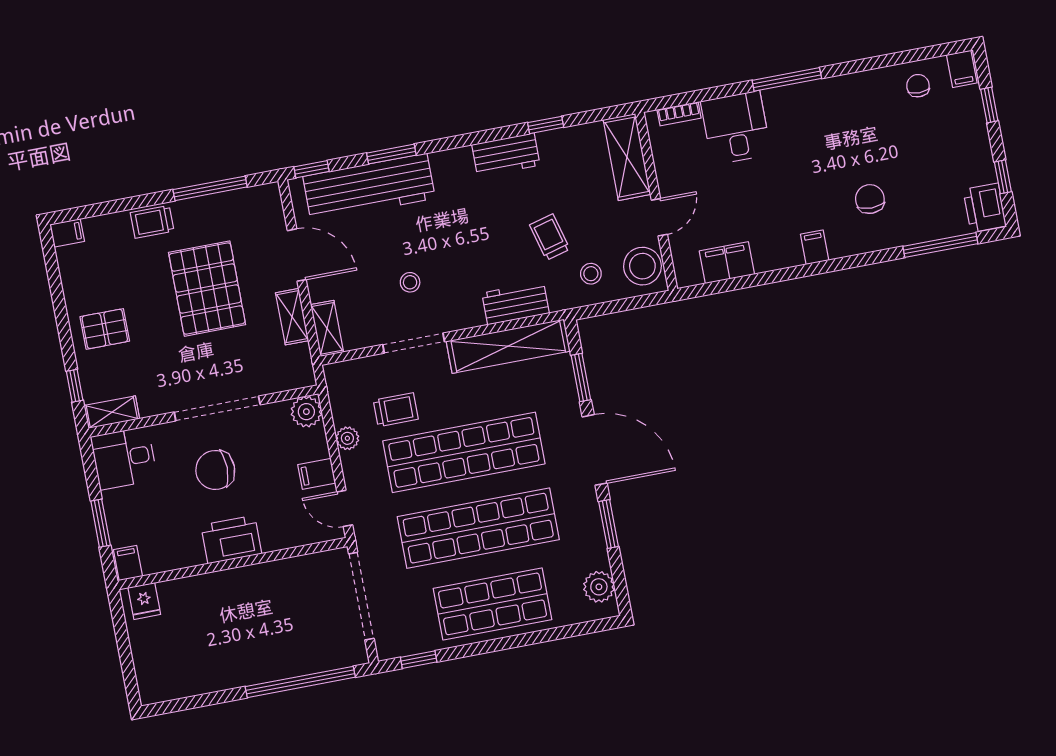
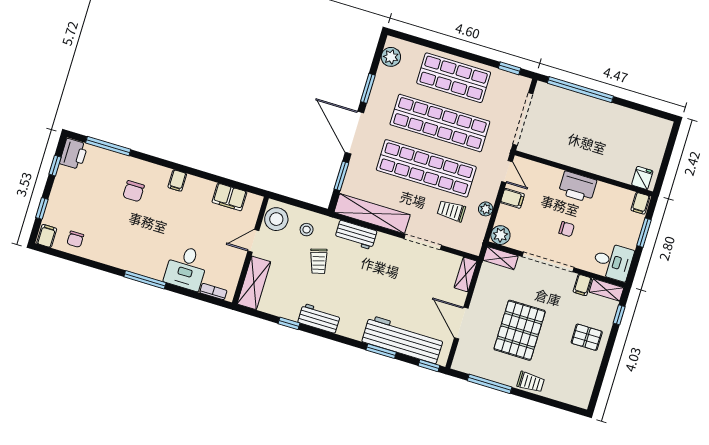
filing cabinet: (67, 233) -> (582, 285), moved, turned -90
stool: (410, 282) -> (407, 276), removed
shelving: (292, 317) -> (501, 258), moved, turned 90
chair: (215, 470) -> (567, 229), width x0.54, depth x0.54

